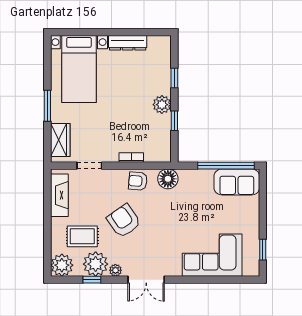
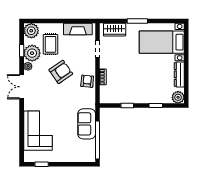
plant: (162, 105) -> (178, 97), moved
floor lamp: (168, 179) -> (89, 101), removed
sofa: (237, 182) -> (87, 124), moved

